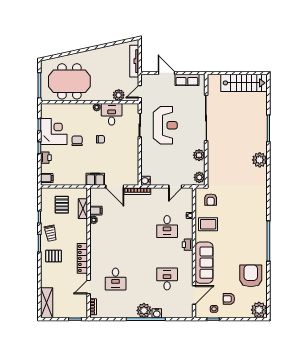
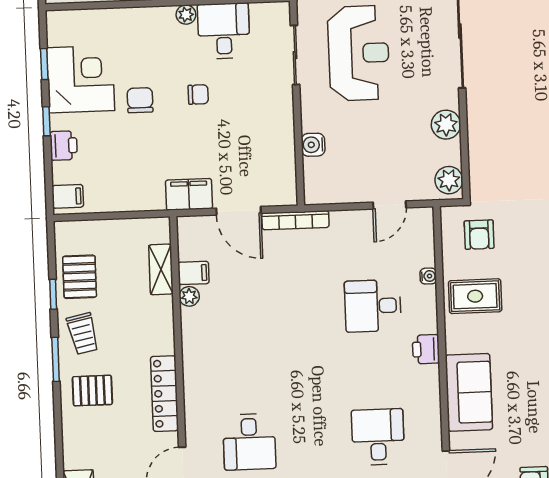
water cooler: (146, 181) -> (313, 145), moved
pallet: (62, 205) -> (80, 277), moved
desk: (167, 227) -> (373, 306), turned 90
sofa: (204, 263) -> (469, 392), width x0.73

